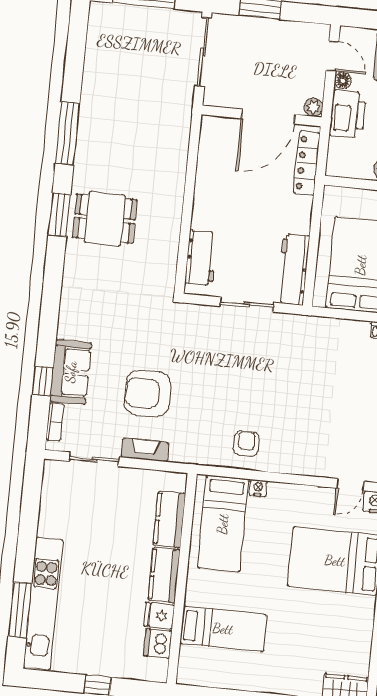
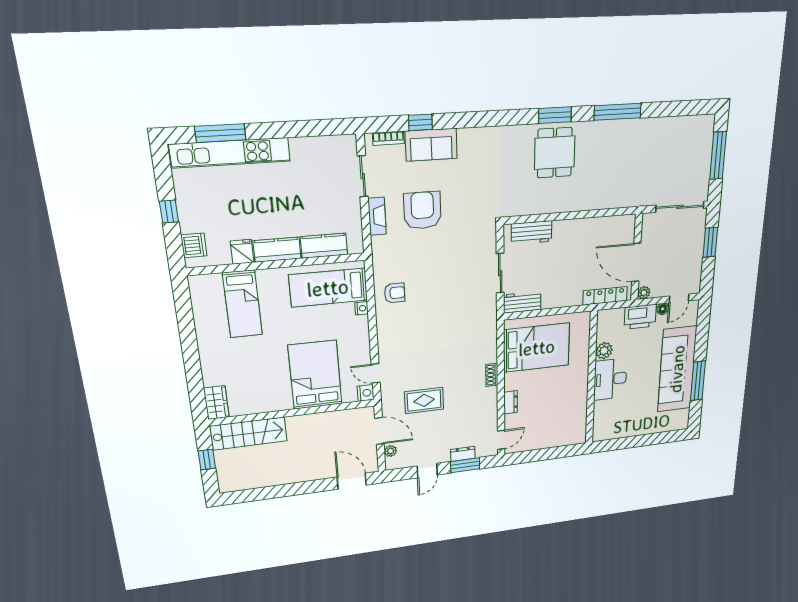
workbench: (293, 269) -> (522, 302), width x0.73
dishwasher: (158, 643) -> (194, 245), moved, turned 90

